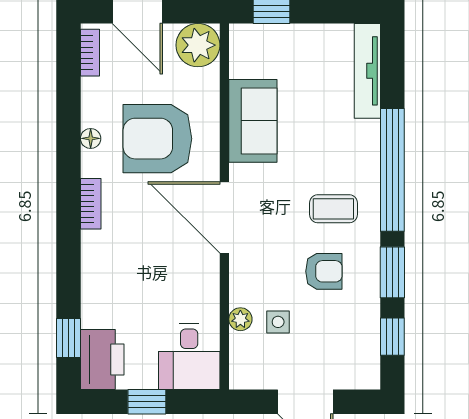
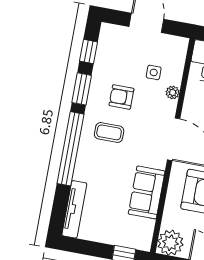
plant: (240, 319) -> (173, 93), moved

